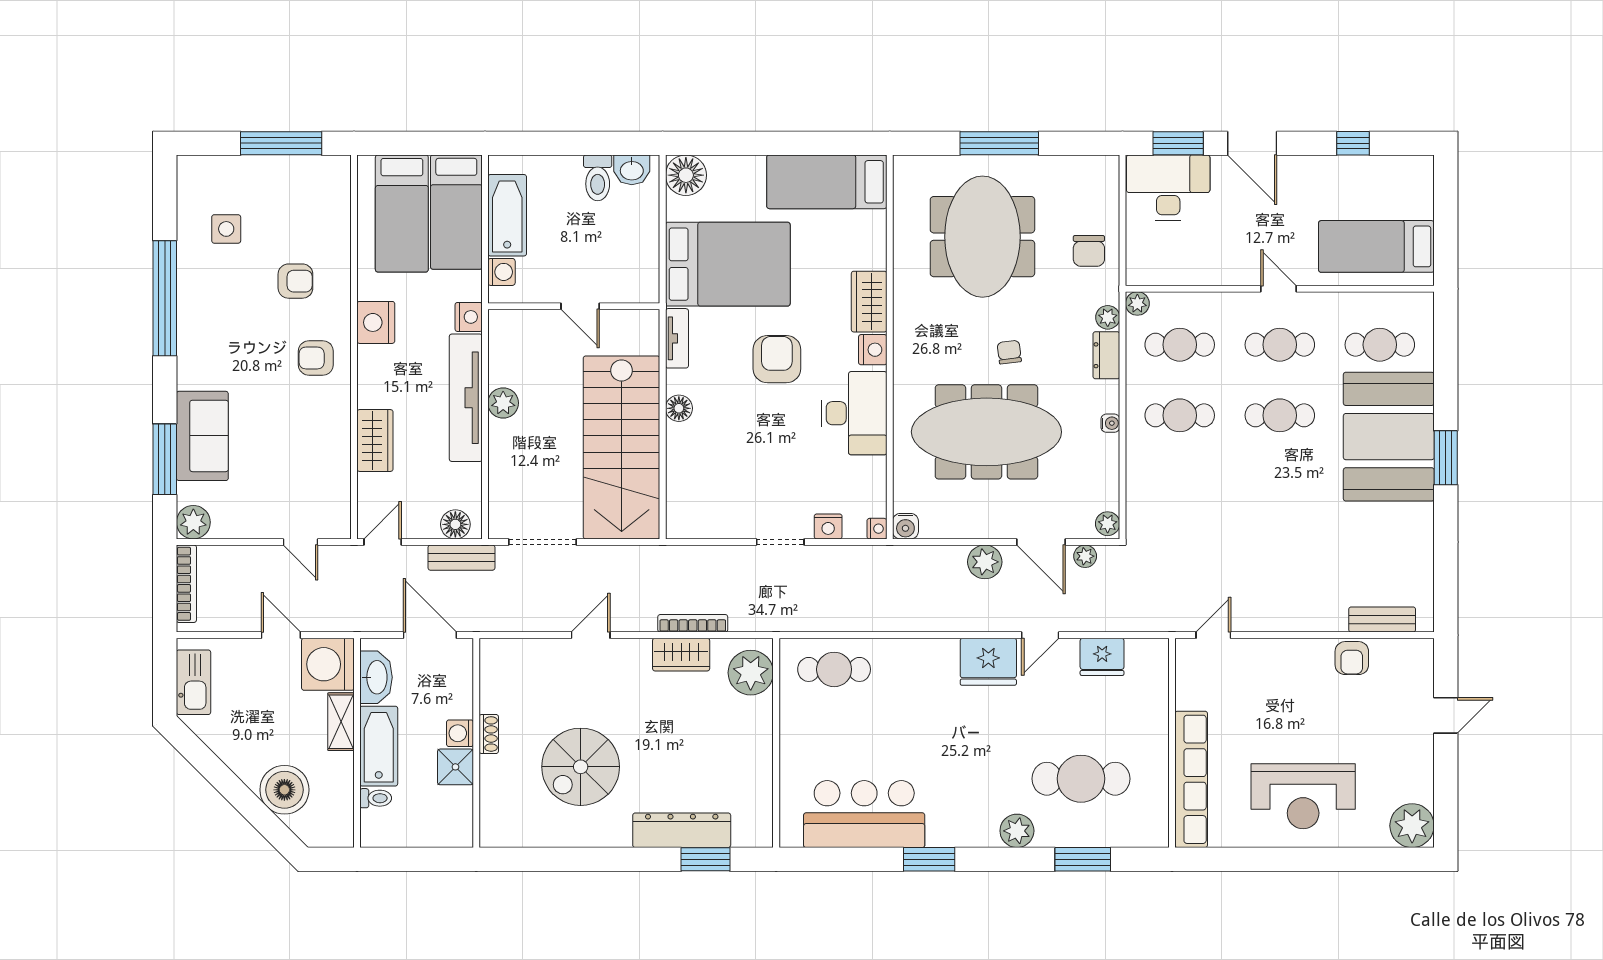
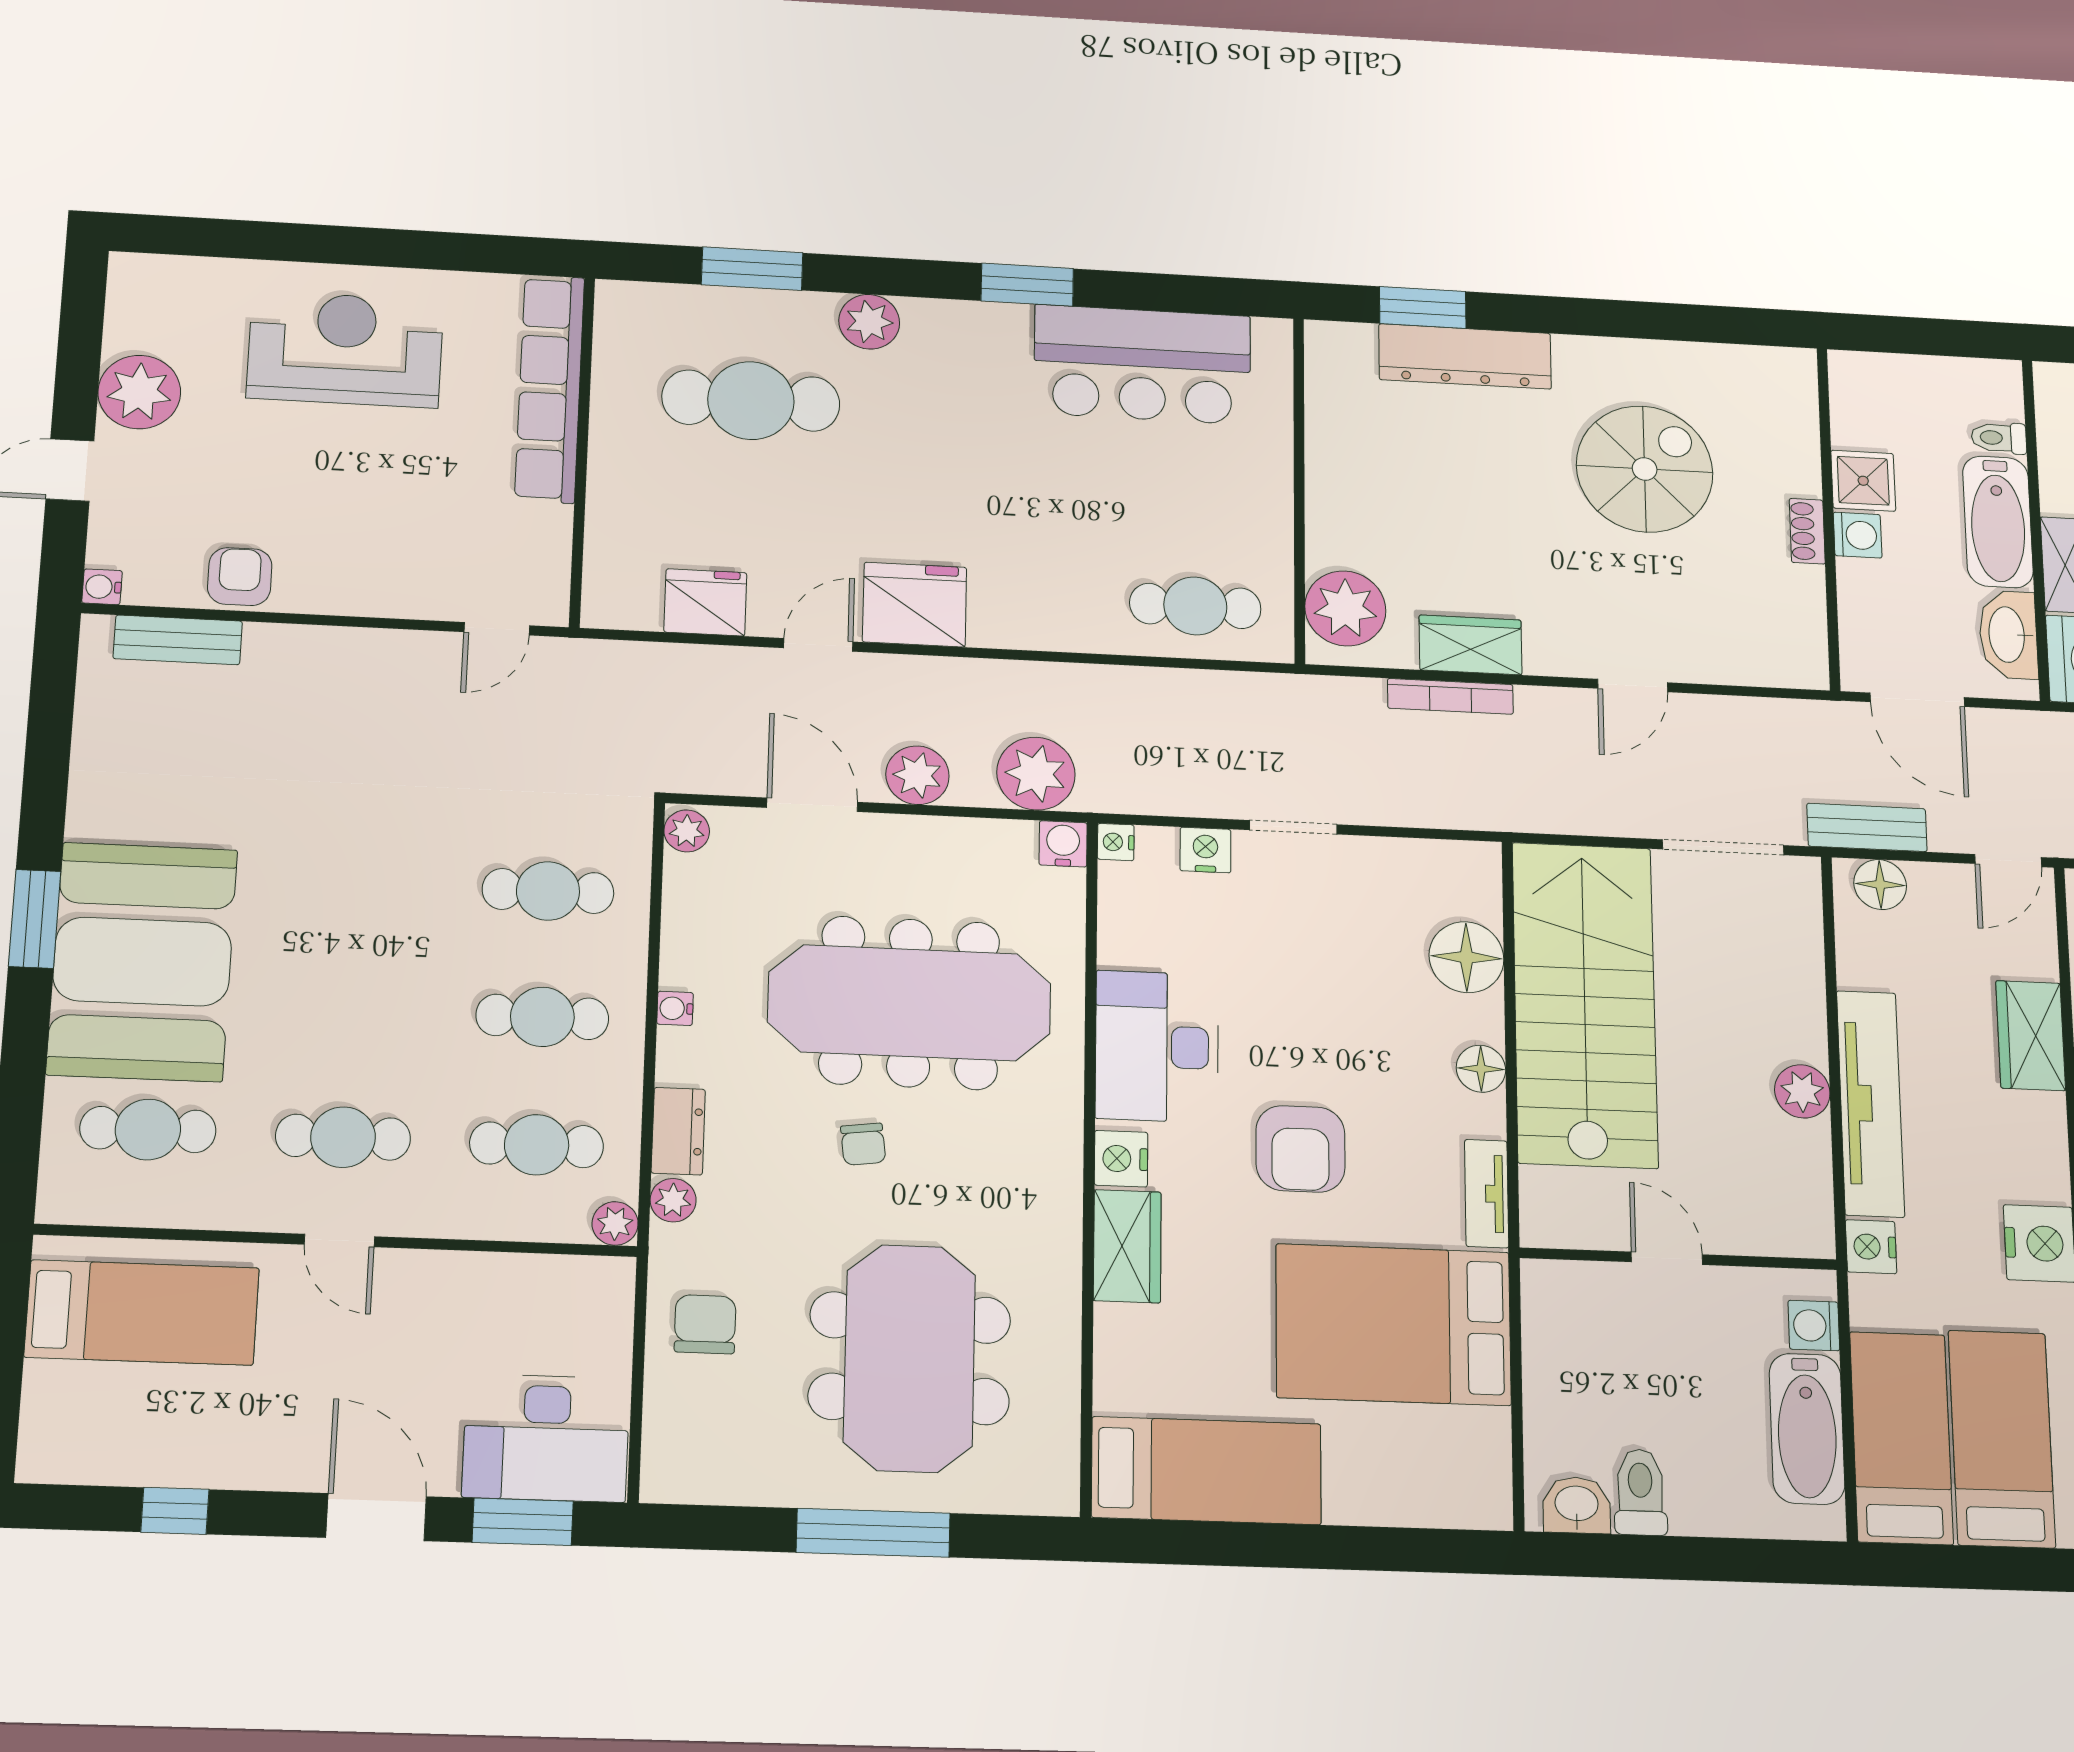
floor lamp: (686, 175) -> (1466, 957), moved
cafe table: (1280, 415) -> (548, 891), moved
plant: (1085, 556) -> (1036, 774), moved, width x1.88, depth x1.88
water cooler: (1424, 648) -> (102, 587), added
plant: (1412, 826) -> (139, 392), moved

